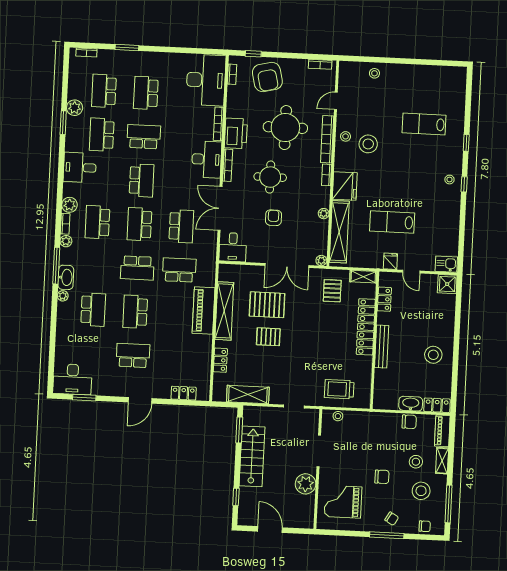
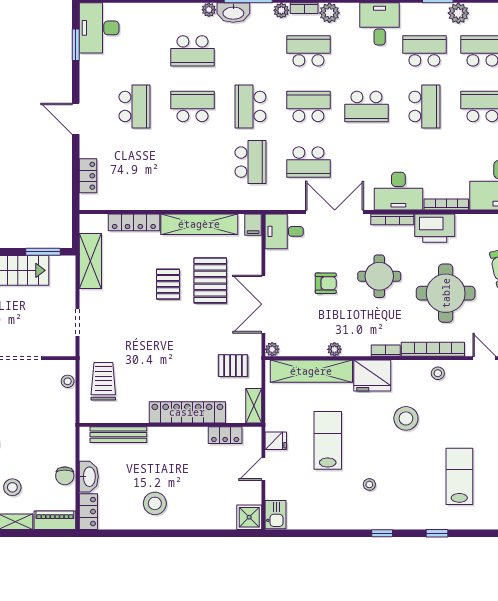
stool: (368, 144) -> (406, 418), moved
stool: (449, 180) -> (369, 484), moved
filing cabinet: (227, 270) -> (253, 225), added
piano: (204, 311) -> (198, 197), removed
bench: (382, 347) -> (118, 435), moved
locker: (220, 360) -> (134, 222), width x1.53

